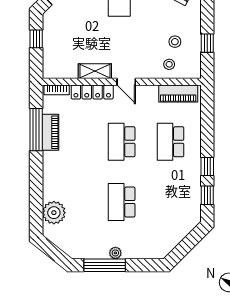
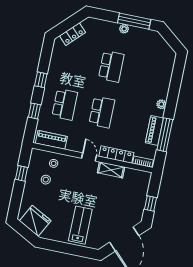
window: (207, 195) -> (34, 111), moved
plant: (54, 213) -> (161, 104), moved, width x0.53, depth x0.53
locker: (179, 233) -> (72, 34), added

